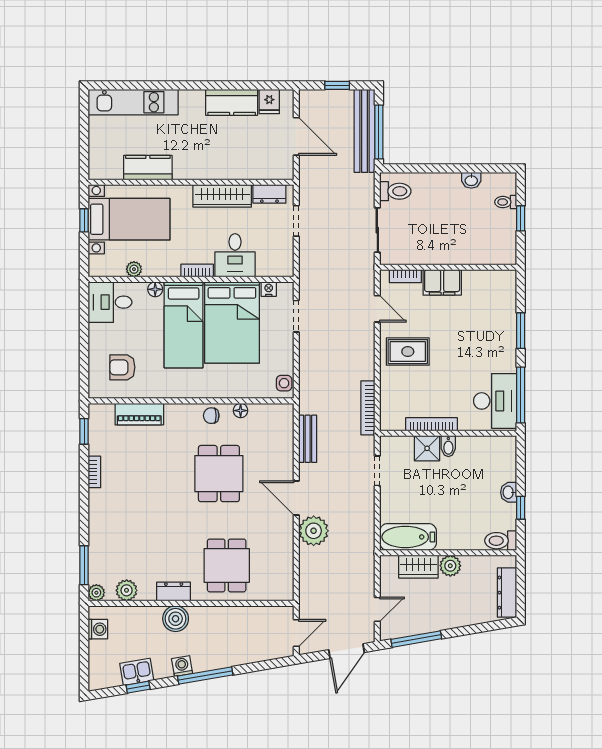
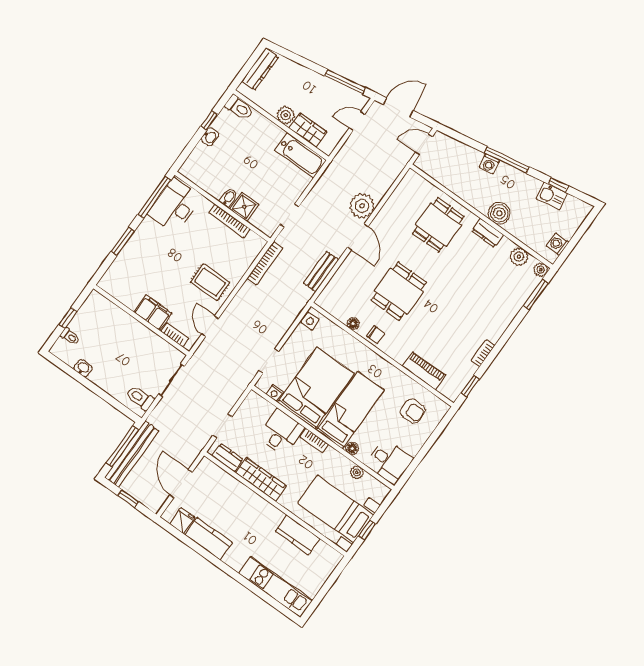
washing machine: (182, 666) -> (489, 164), moved

